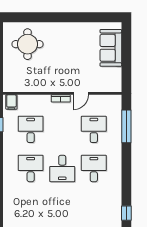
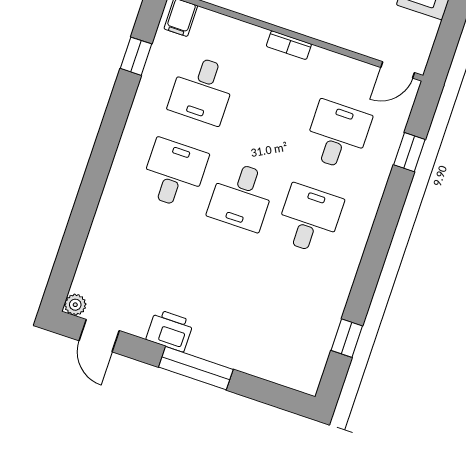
door: (81, 93) -> (398, 70), moved
window: (126, 126) -> (409, 152), width x0.46
desk: (31, 129) -> (202, 90), turned 180

